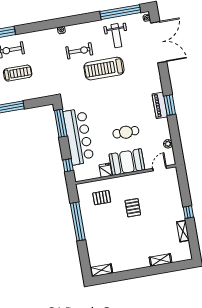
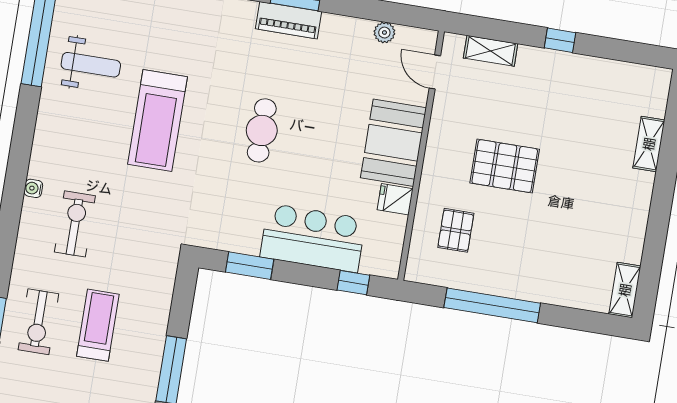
exercise bike: (79, 51) -> (75, 224), moved
window: (61, 123) -> (250, 266), width x0.69
cafe table: (126, 132) -> (262, 130), moved
bar counter: (78, 137) -> (313, 238), width x0.73
pallet: (133, 208) -> (505, 166), width x1.50, depth x1.42
shelving: (183, 231) -> (491, 51), moved

